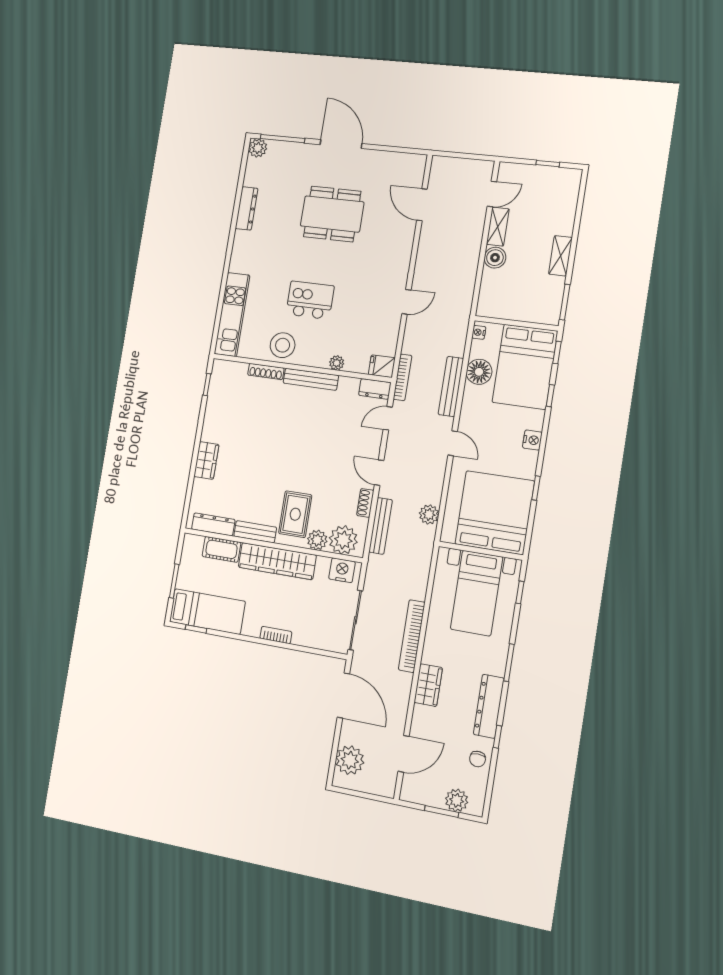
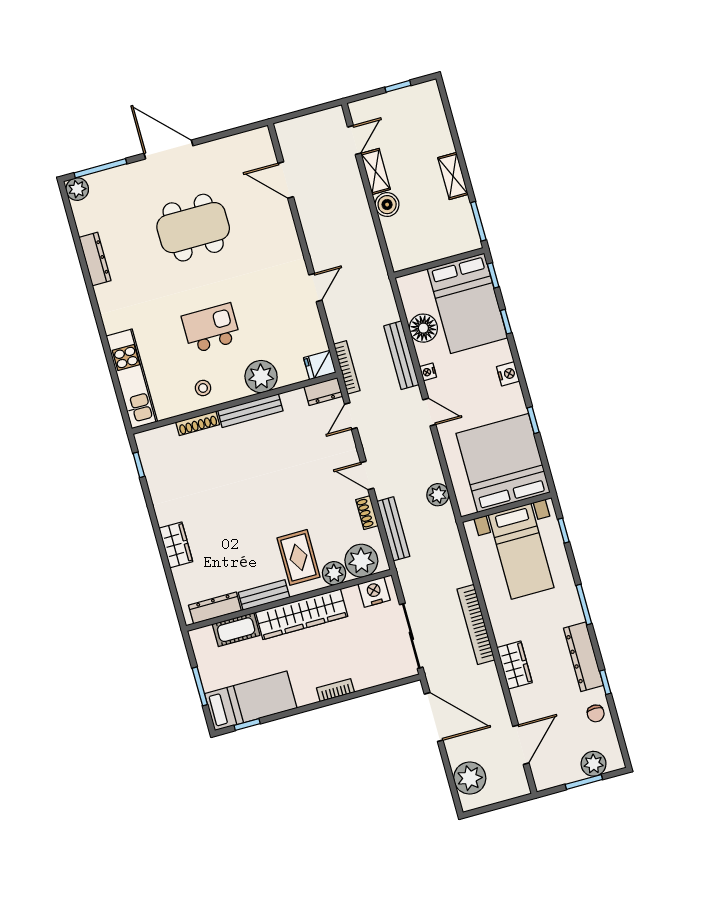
nightstand: (479, 332) -> (428, 372), moved
stool: (283, 345) -> (203, 388), width x0.53, depth x0.53
plant: (337, 363) -> (261, 377), width x1.88, depth x1.88

